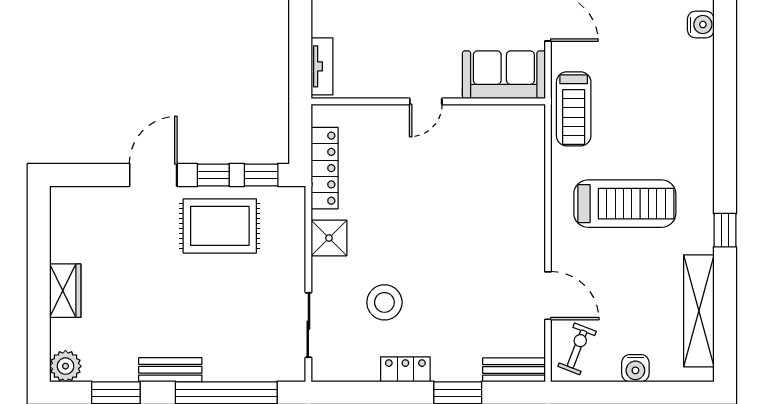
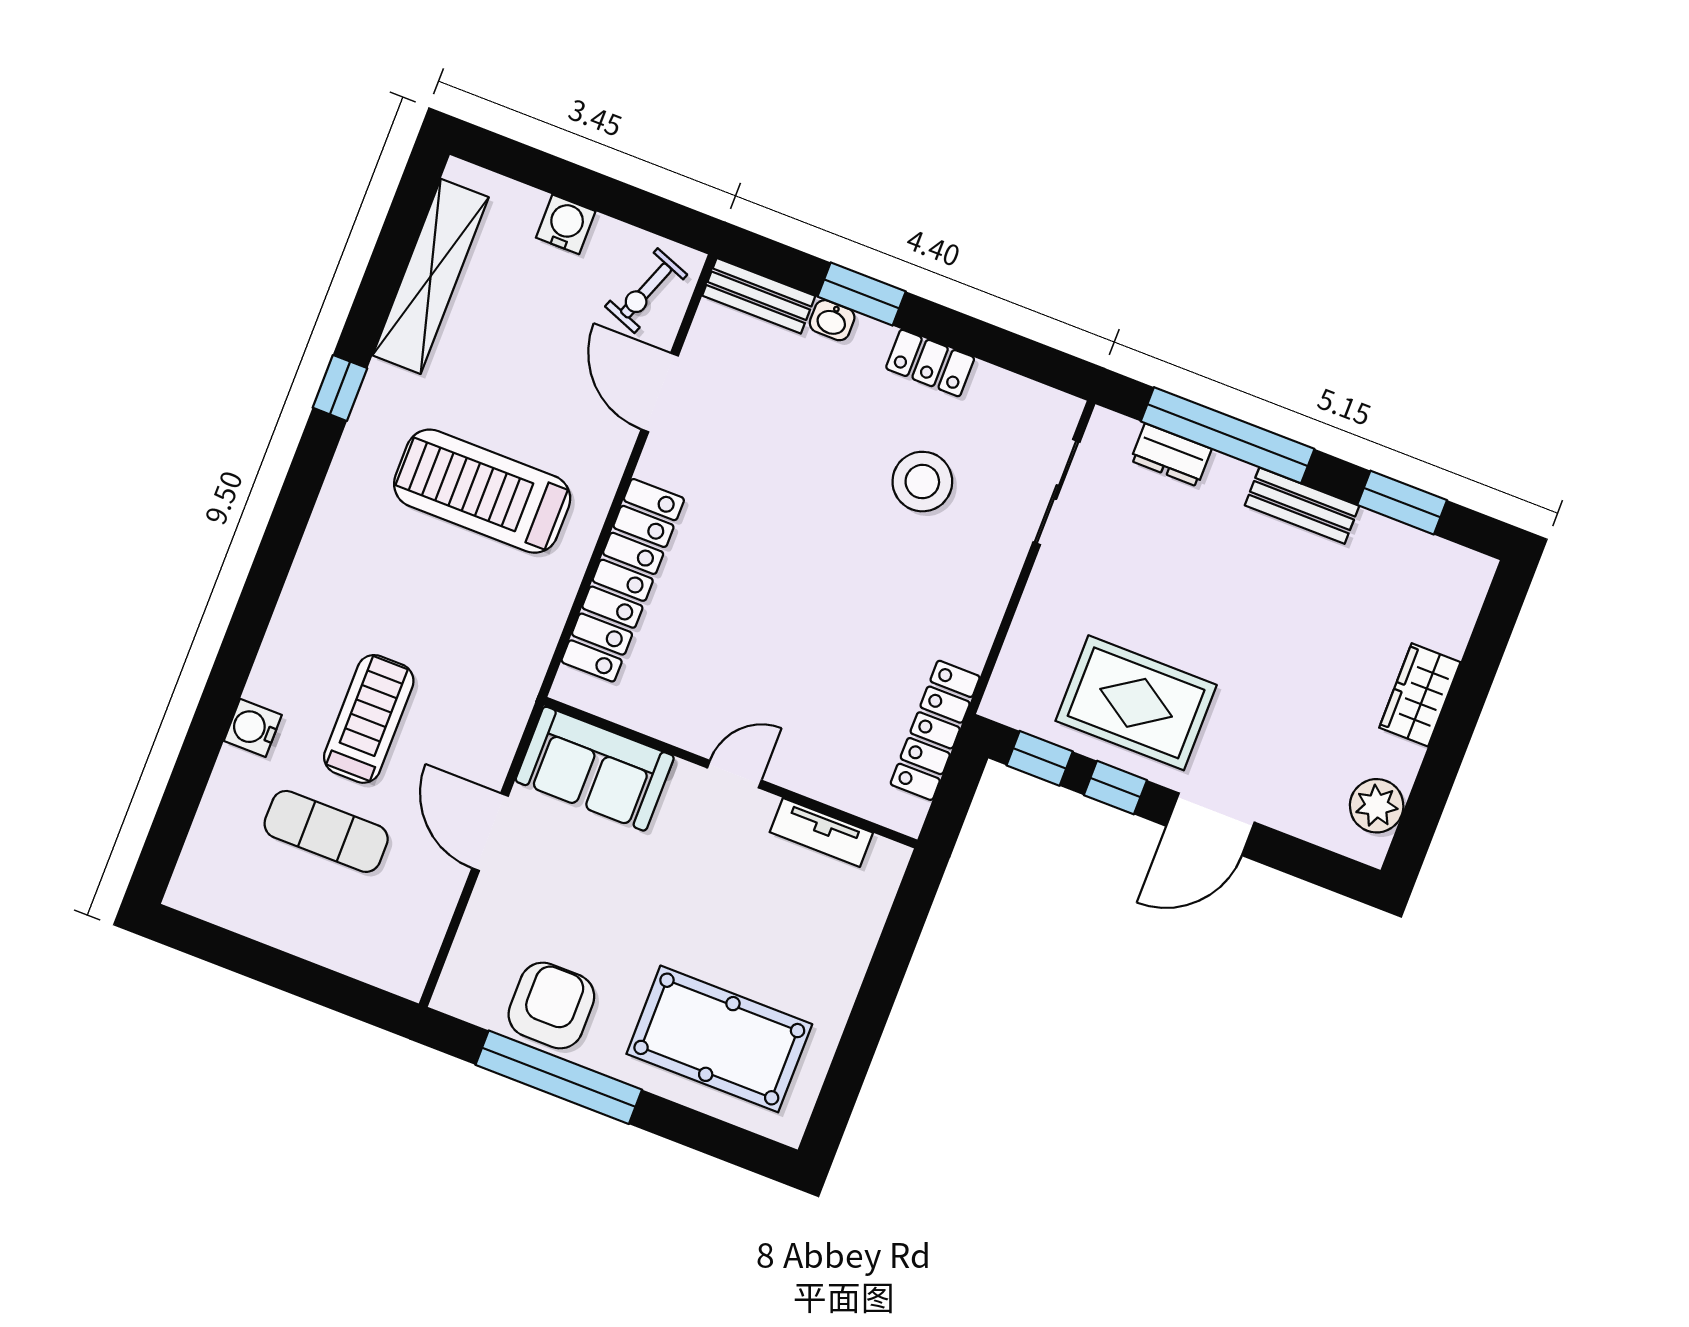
tv unit: (322, 66) -> (821, 832), moved, turned -90
treadmill: (574, 109) -> (369, 719), moved
locker: (528, 184) -> (623, 580), added
shower: (329, 238) -> (971, 617), removed
plant: (65, 366) -> (1377, 806), moved
dresser: (253, 370) -> (1171, 455), added
washbasin: (468, 372) -> (832, 320), added

